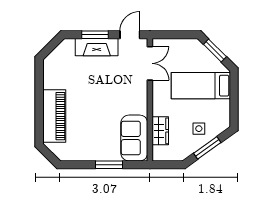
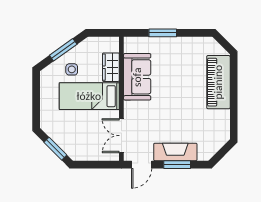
bed: (201, 86) -> (89, 96), moved, turned 180
sofa: (134, 138) -> (137, 77), moved

